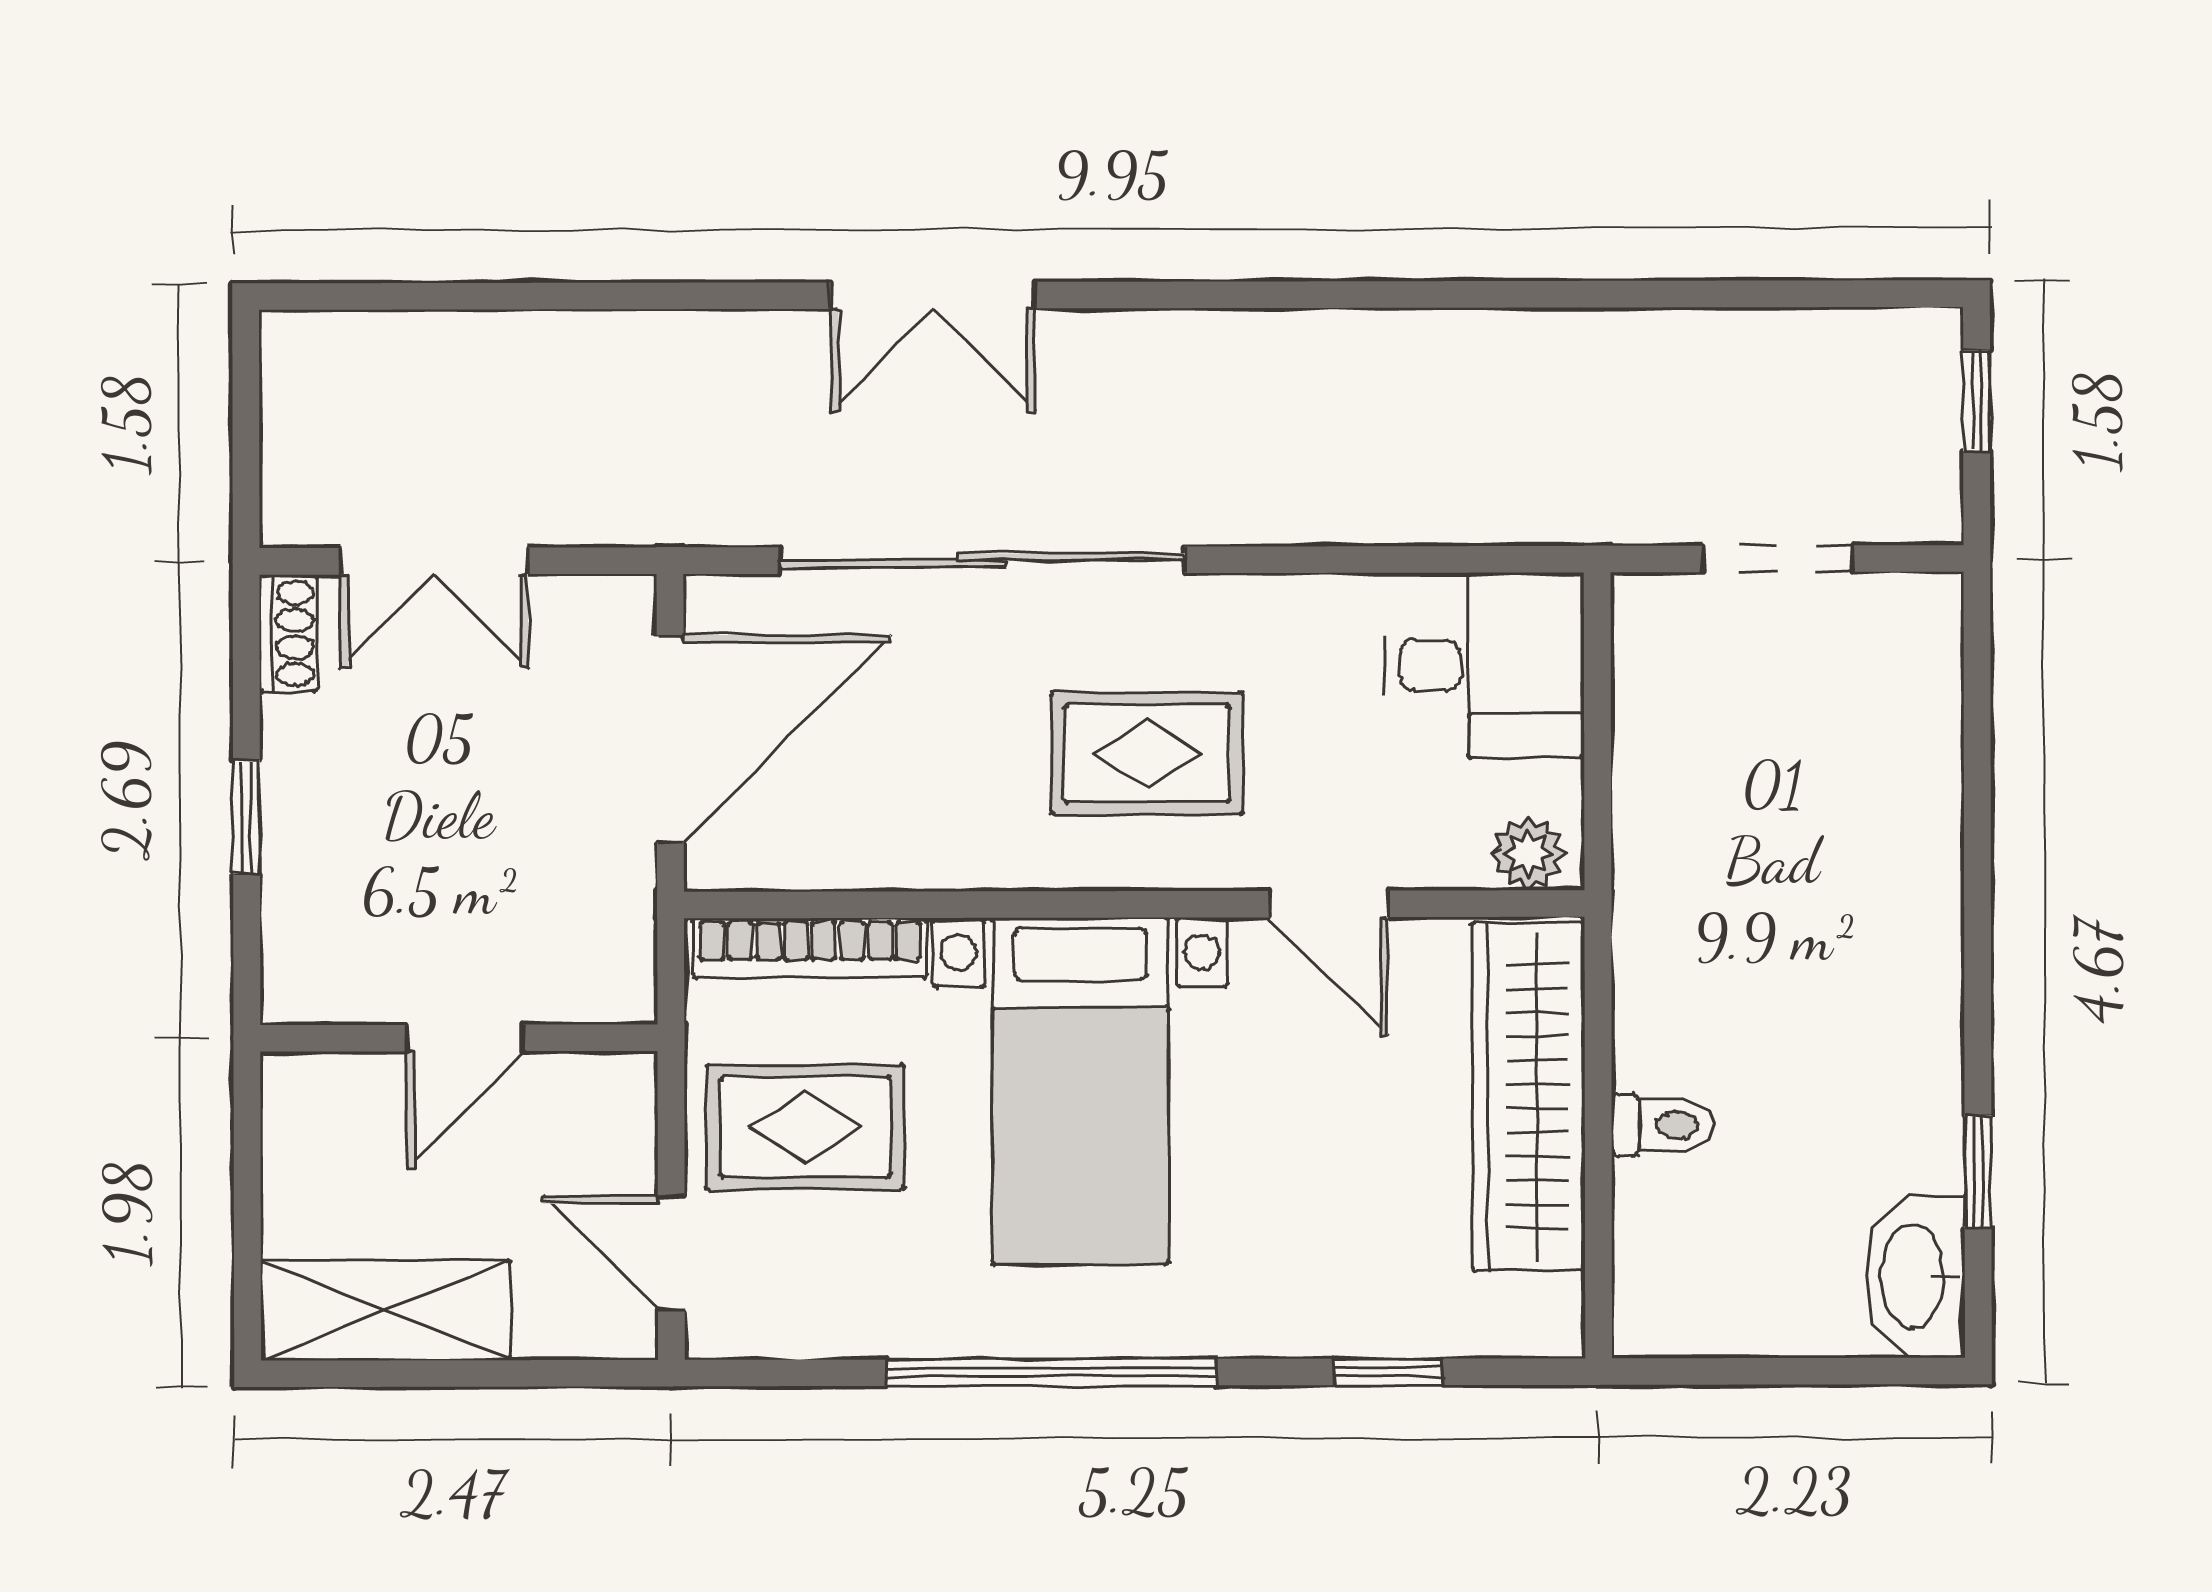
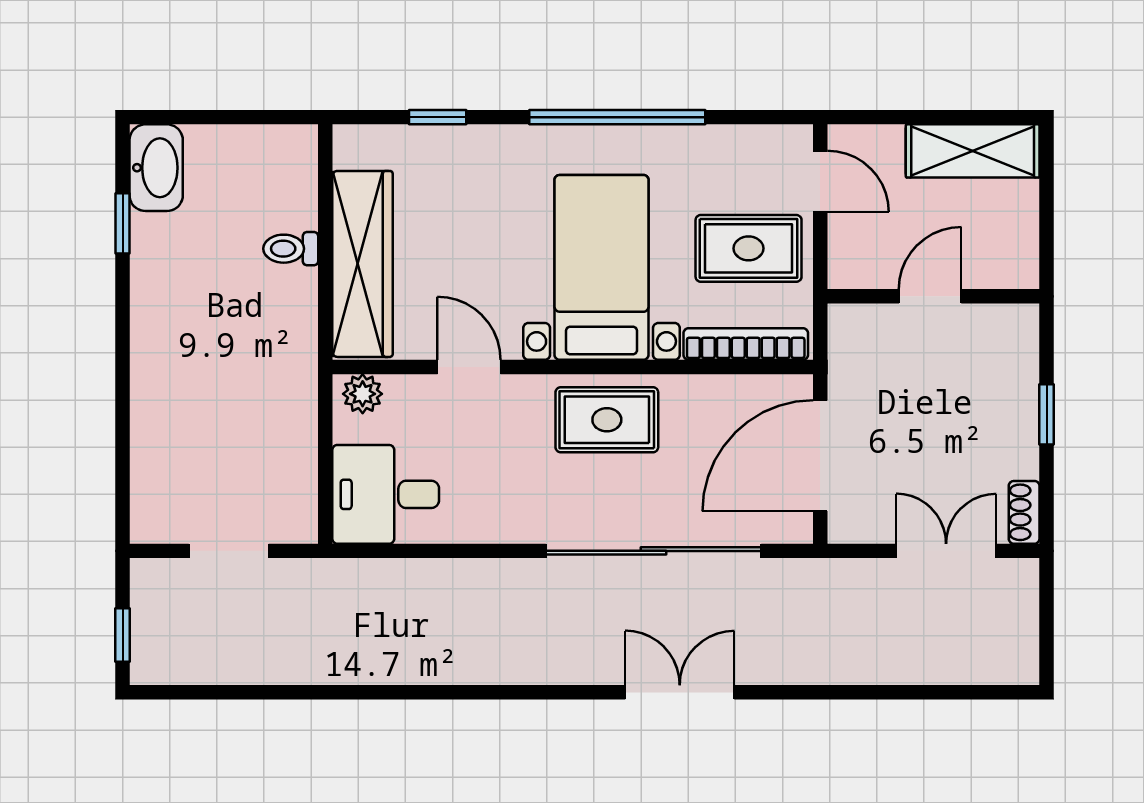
rug: (1147, 753) -> (607, 420), moved

